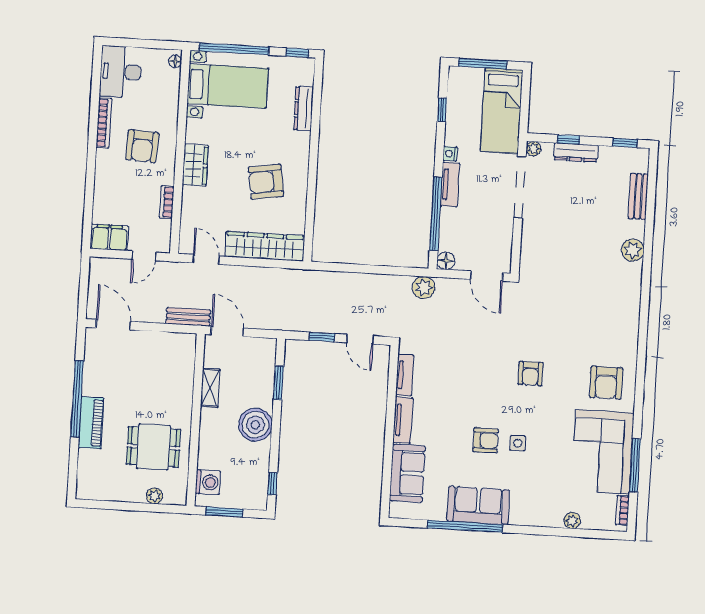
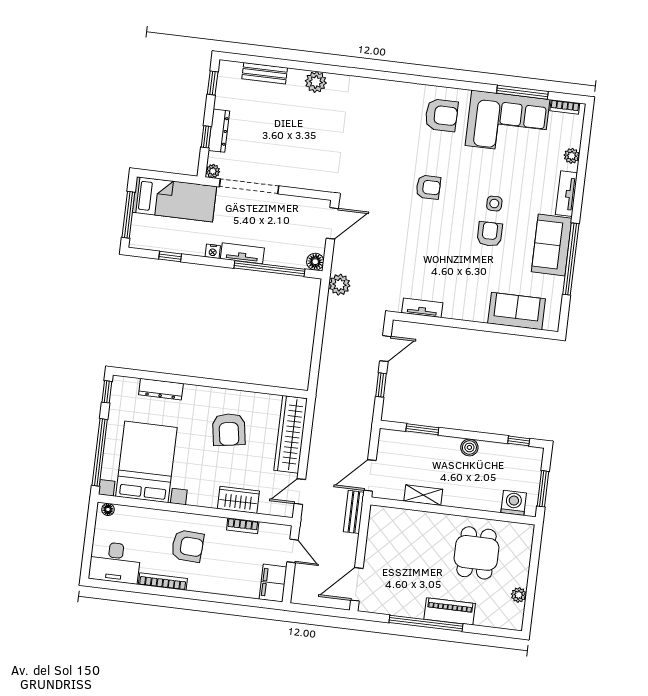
bed with nightstands: (228, 86) -> (146, 462), width x1.36
wardrobe: (195, 165) -> (238, 500), moved
tv unit: (403, 420) -> (566, 194), moved, turned -90
boiler: (255, 425) -> (469, 447), width x0.54, depth x0.54
plant: (154, 496) -> (519, 595), moved

